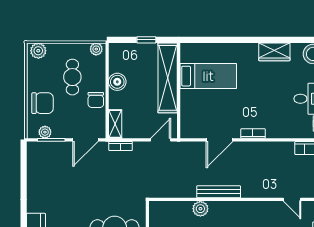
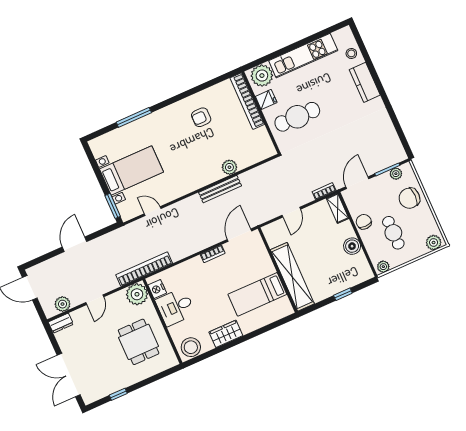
bed: (208, 76) -> (257, 294), moved
shelving: (168, 78) -> (292, 277), moved
wall: (179, 91) -> (278, 270), moved

